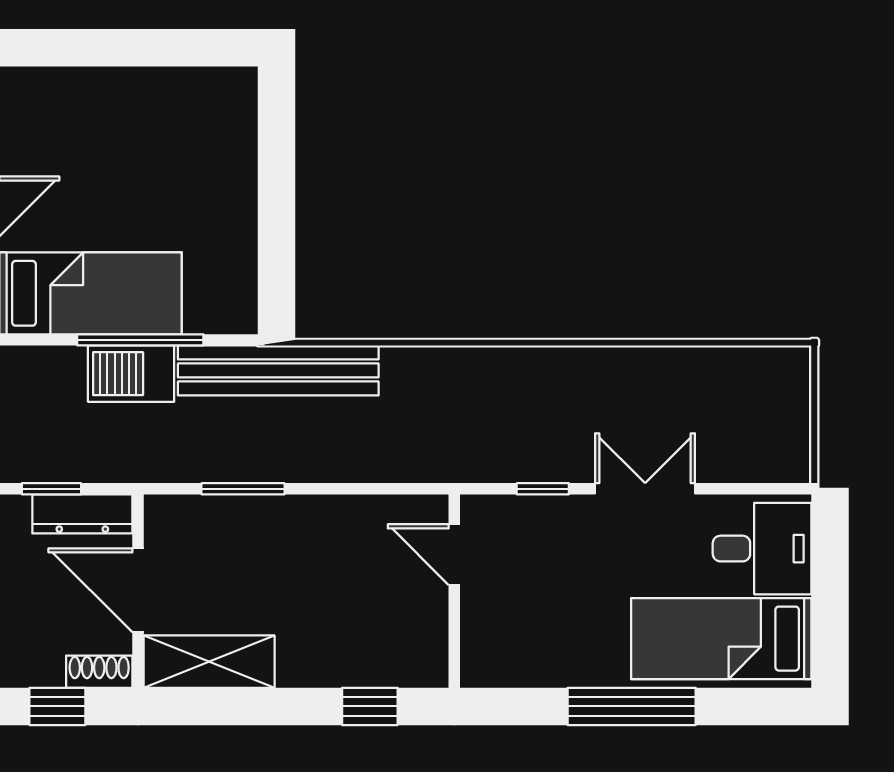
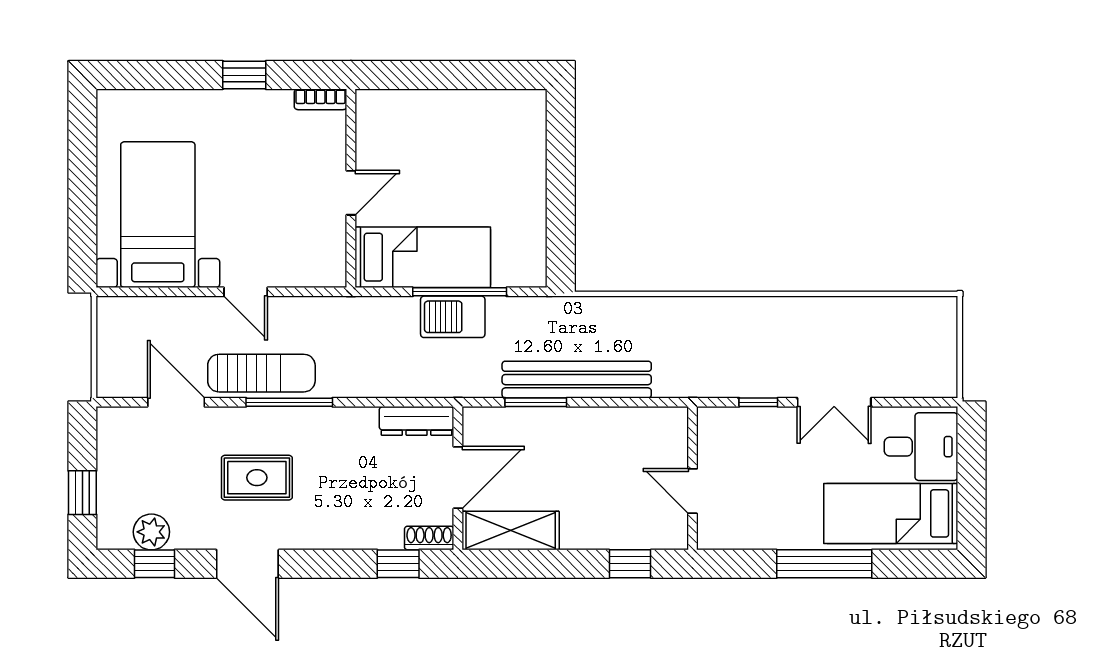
bench: (278, 370) -> (577, 380), moved
window: (51, 489) -> (394, 402), removed
double door: (645, 489) -> (834, 402), swing flipped
door: (454, 555) -> (693, 491), moved
door: (138, 590) -> (458, 478), swing flipped

